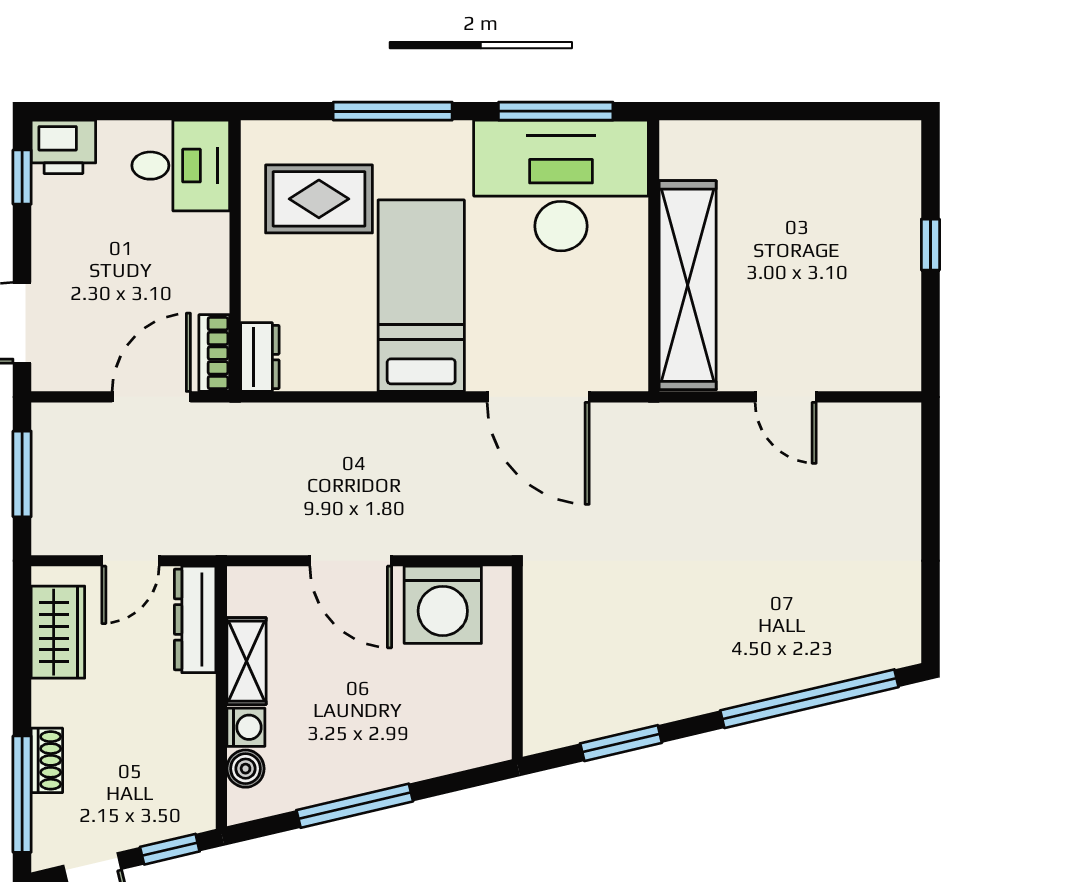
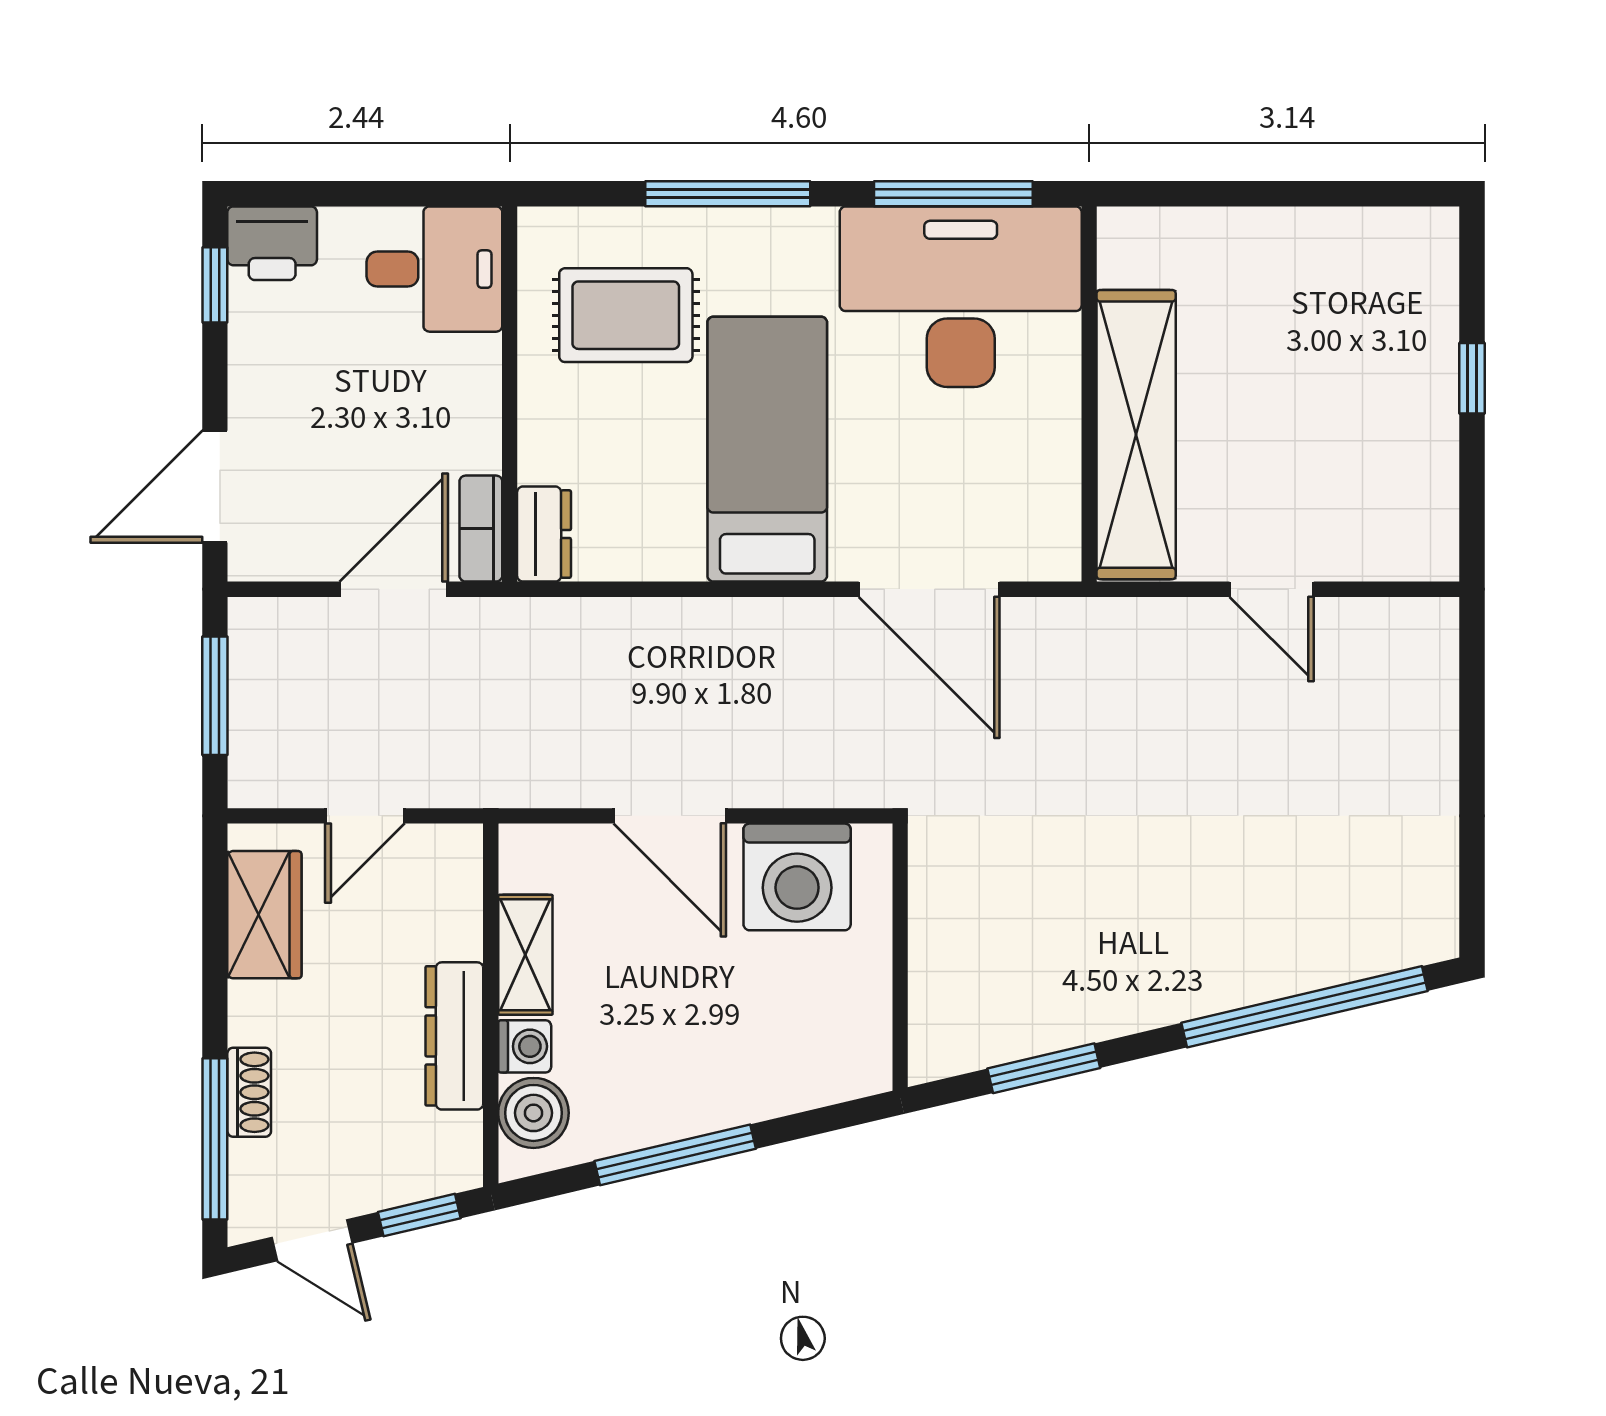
dresser: (195, 619) -> (454, 1036), moved
boiler: (246, 769) -> (533, 1113), width x1.36, depth x1.36

